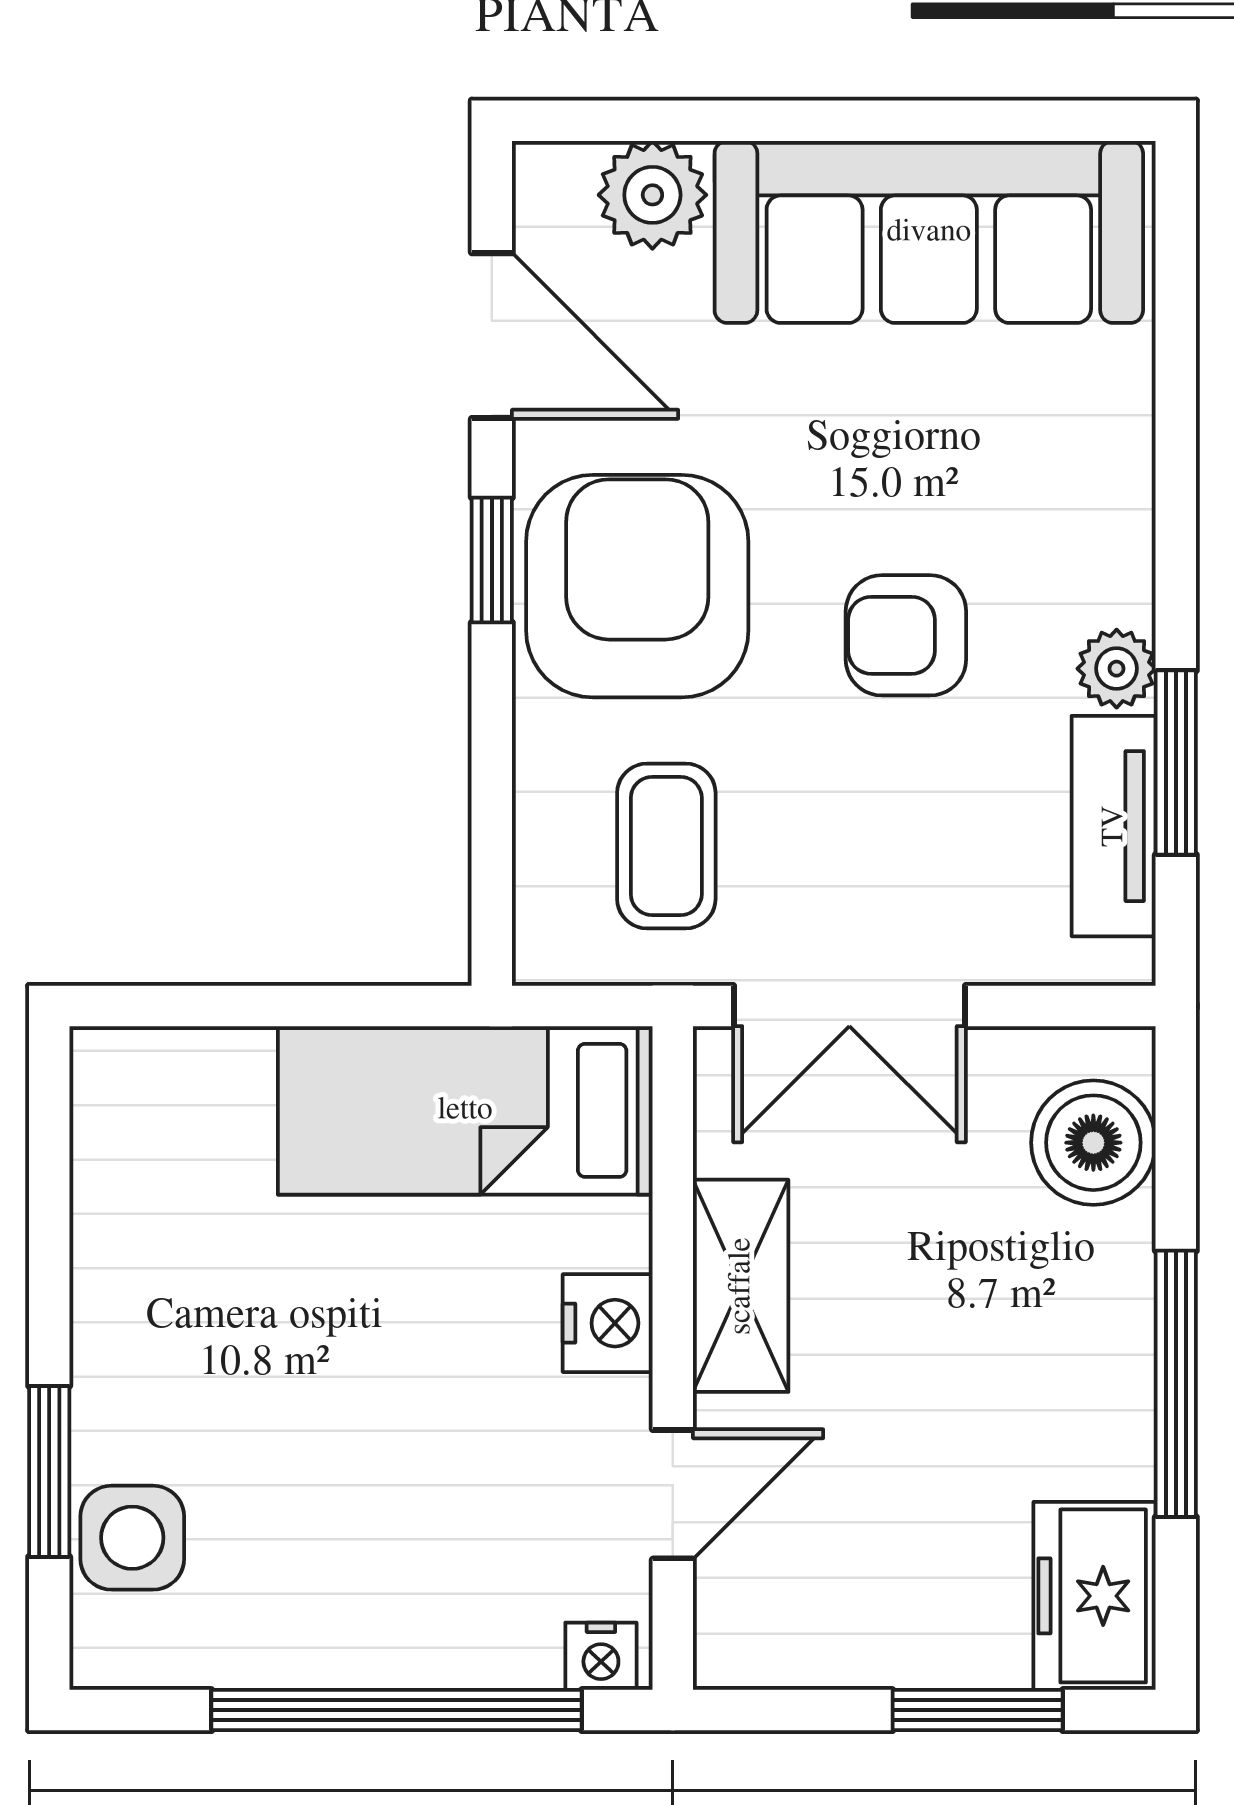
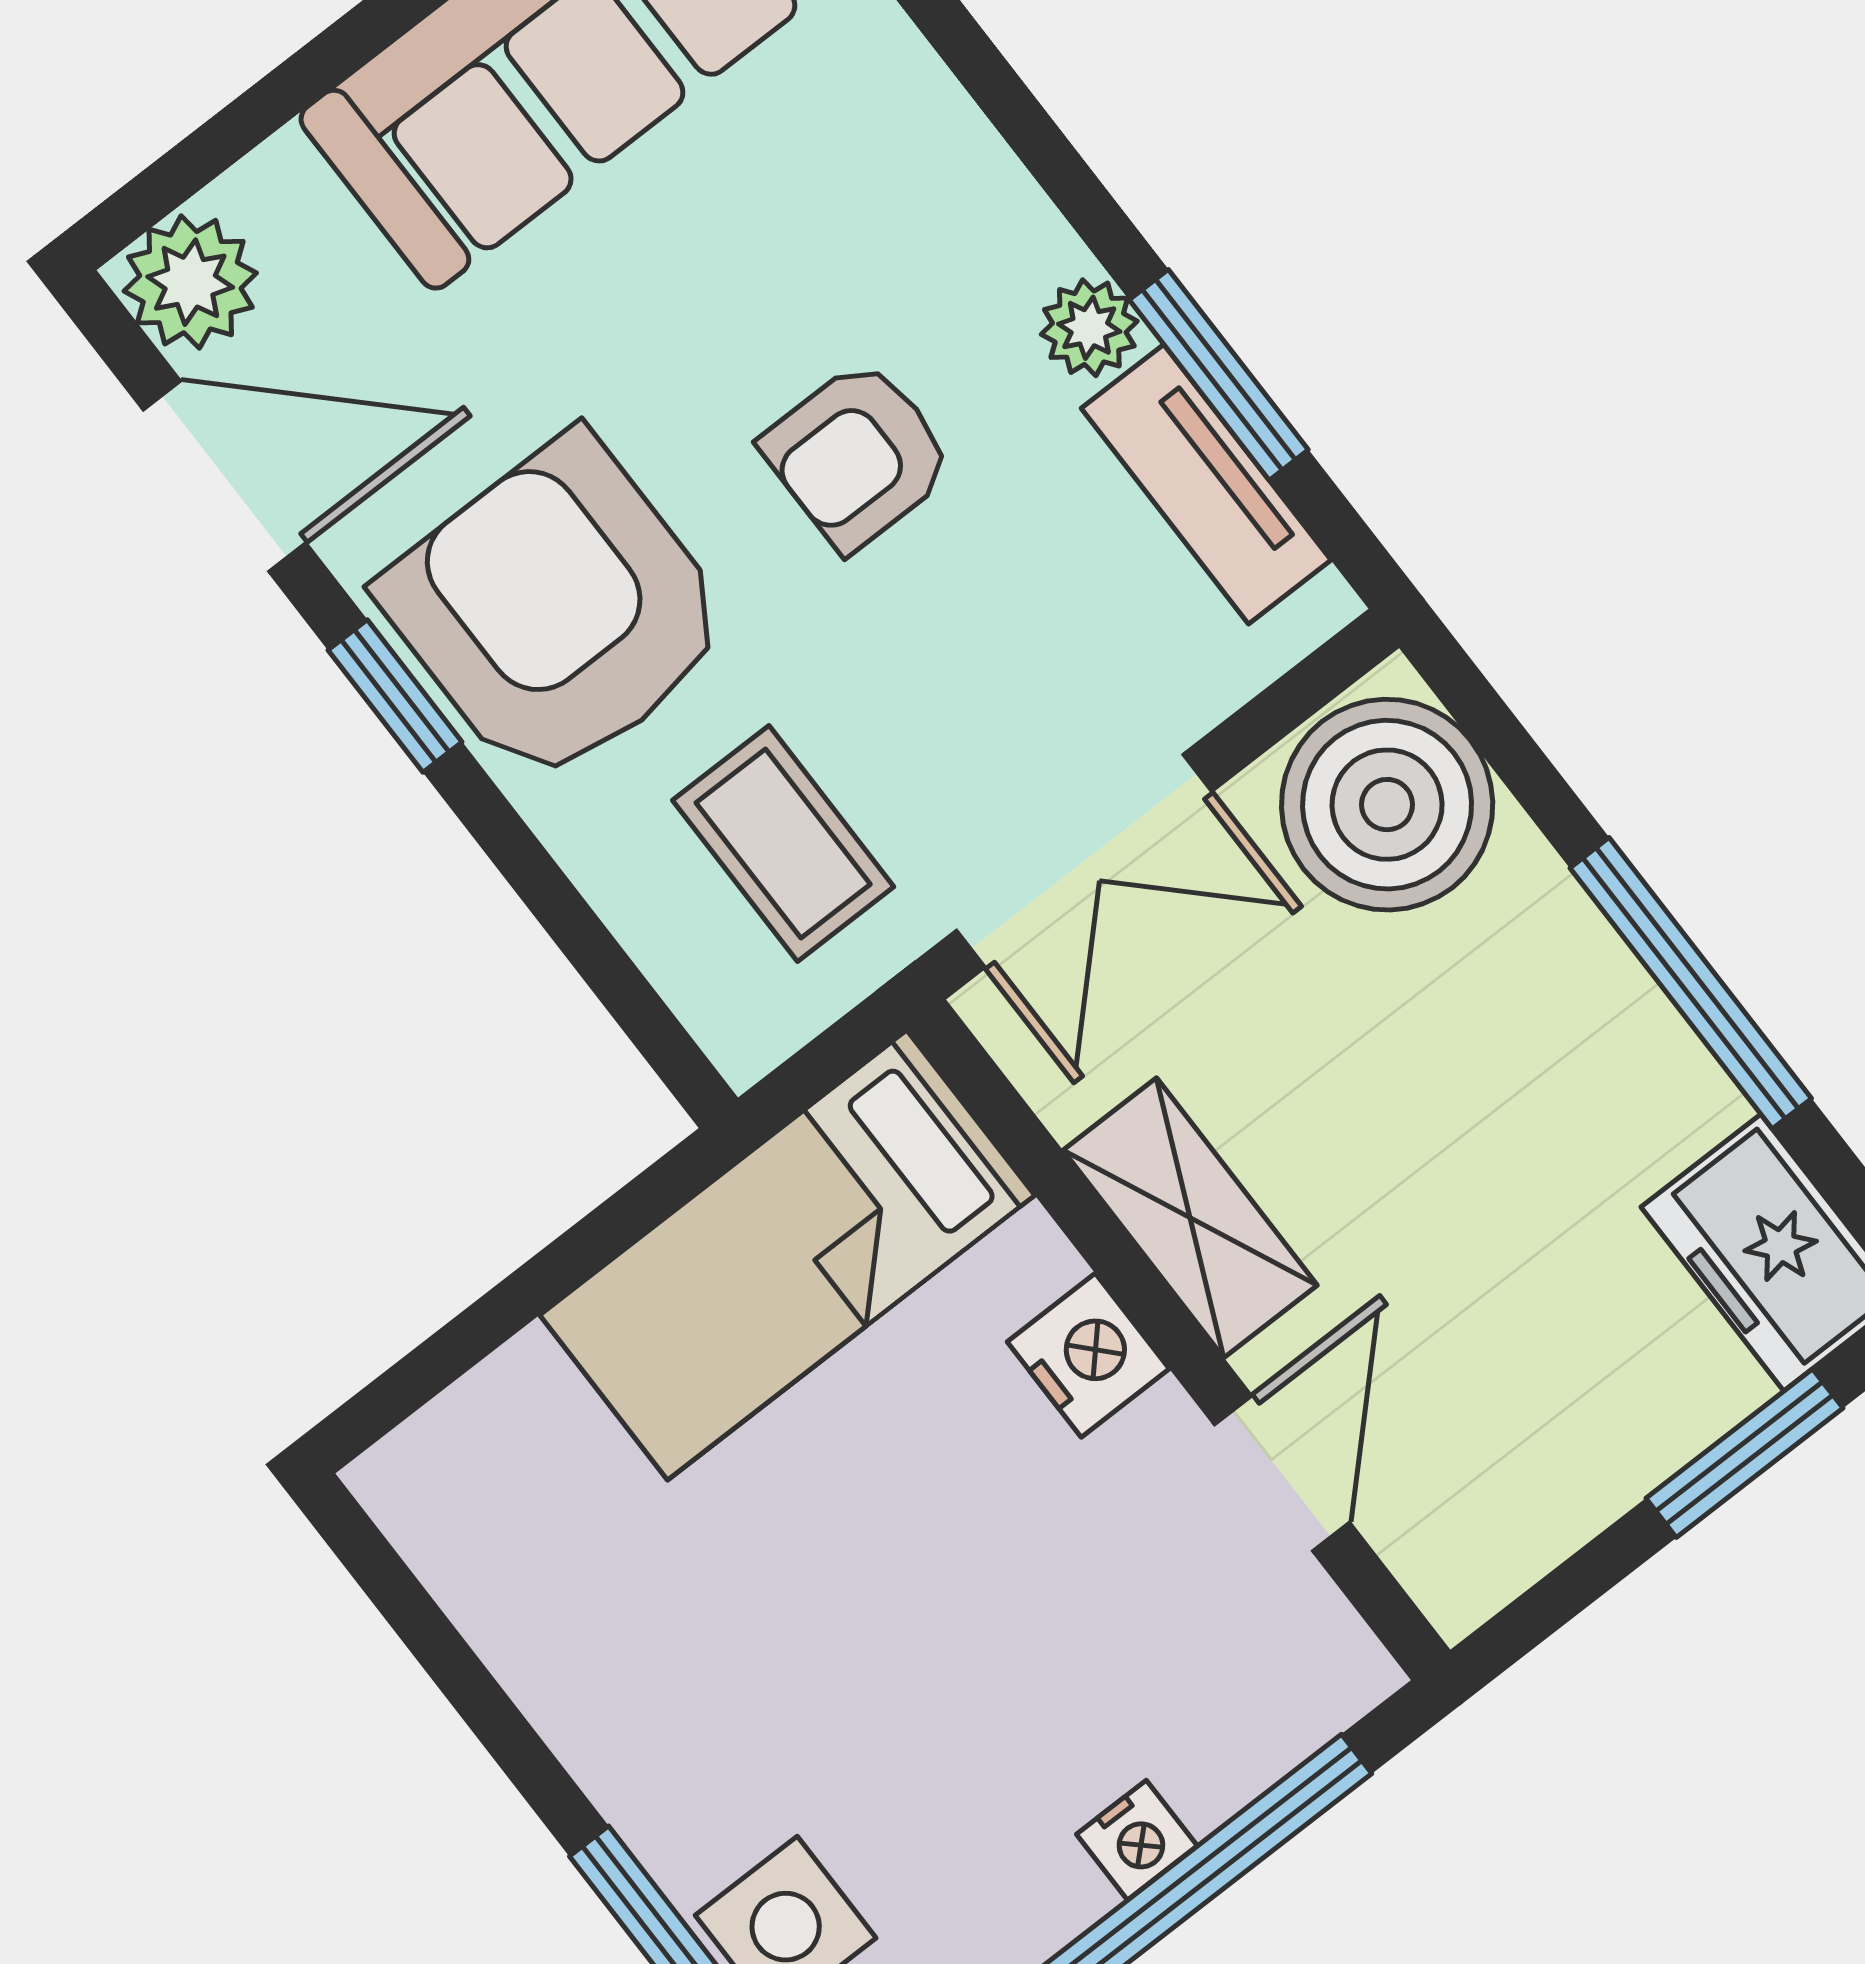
plant: (652, 195) -> (190, 282), moved
boiler: (1093, 1143) -> (1387, 805), width x1.37, depth x1.37
nightstand: (601, 1656) -> (1137, 1840), moved

